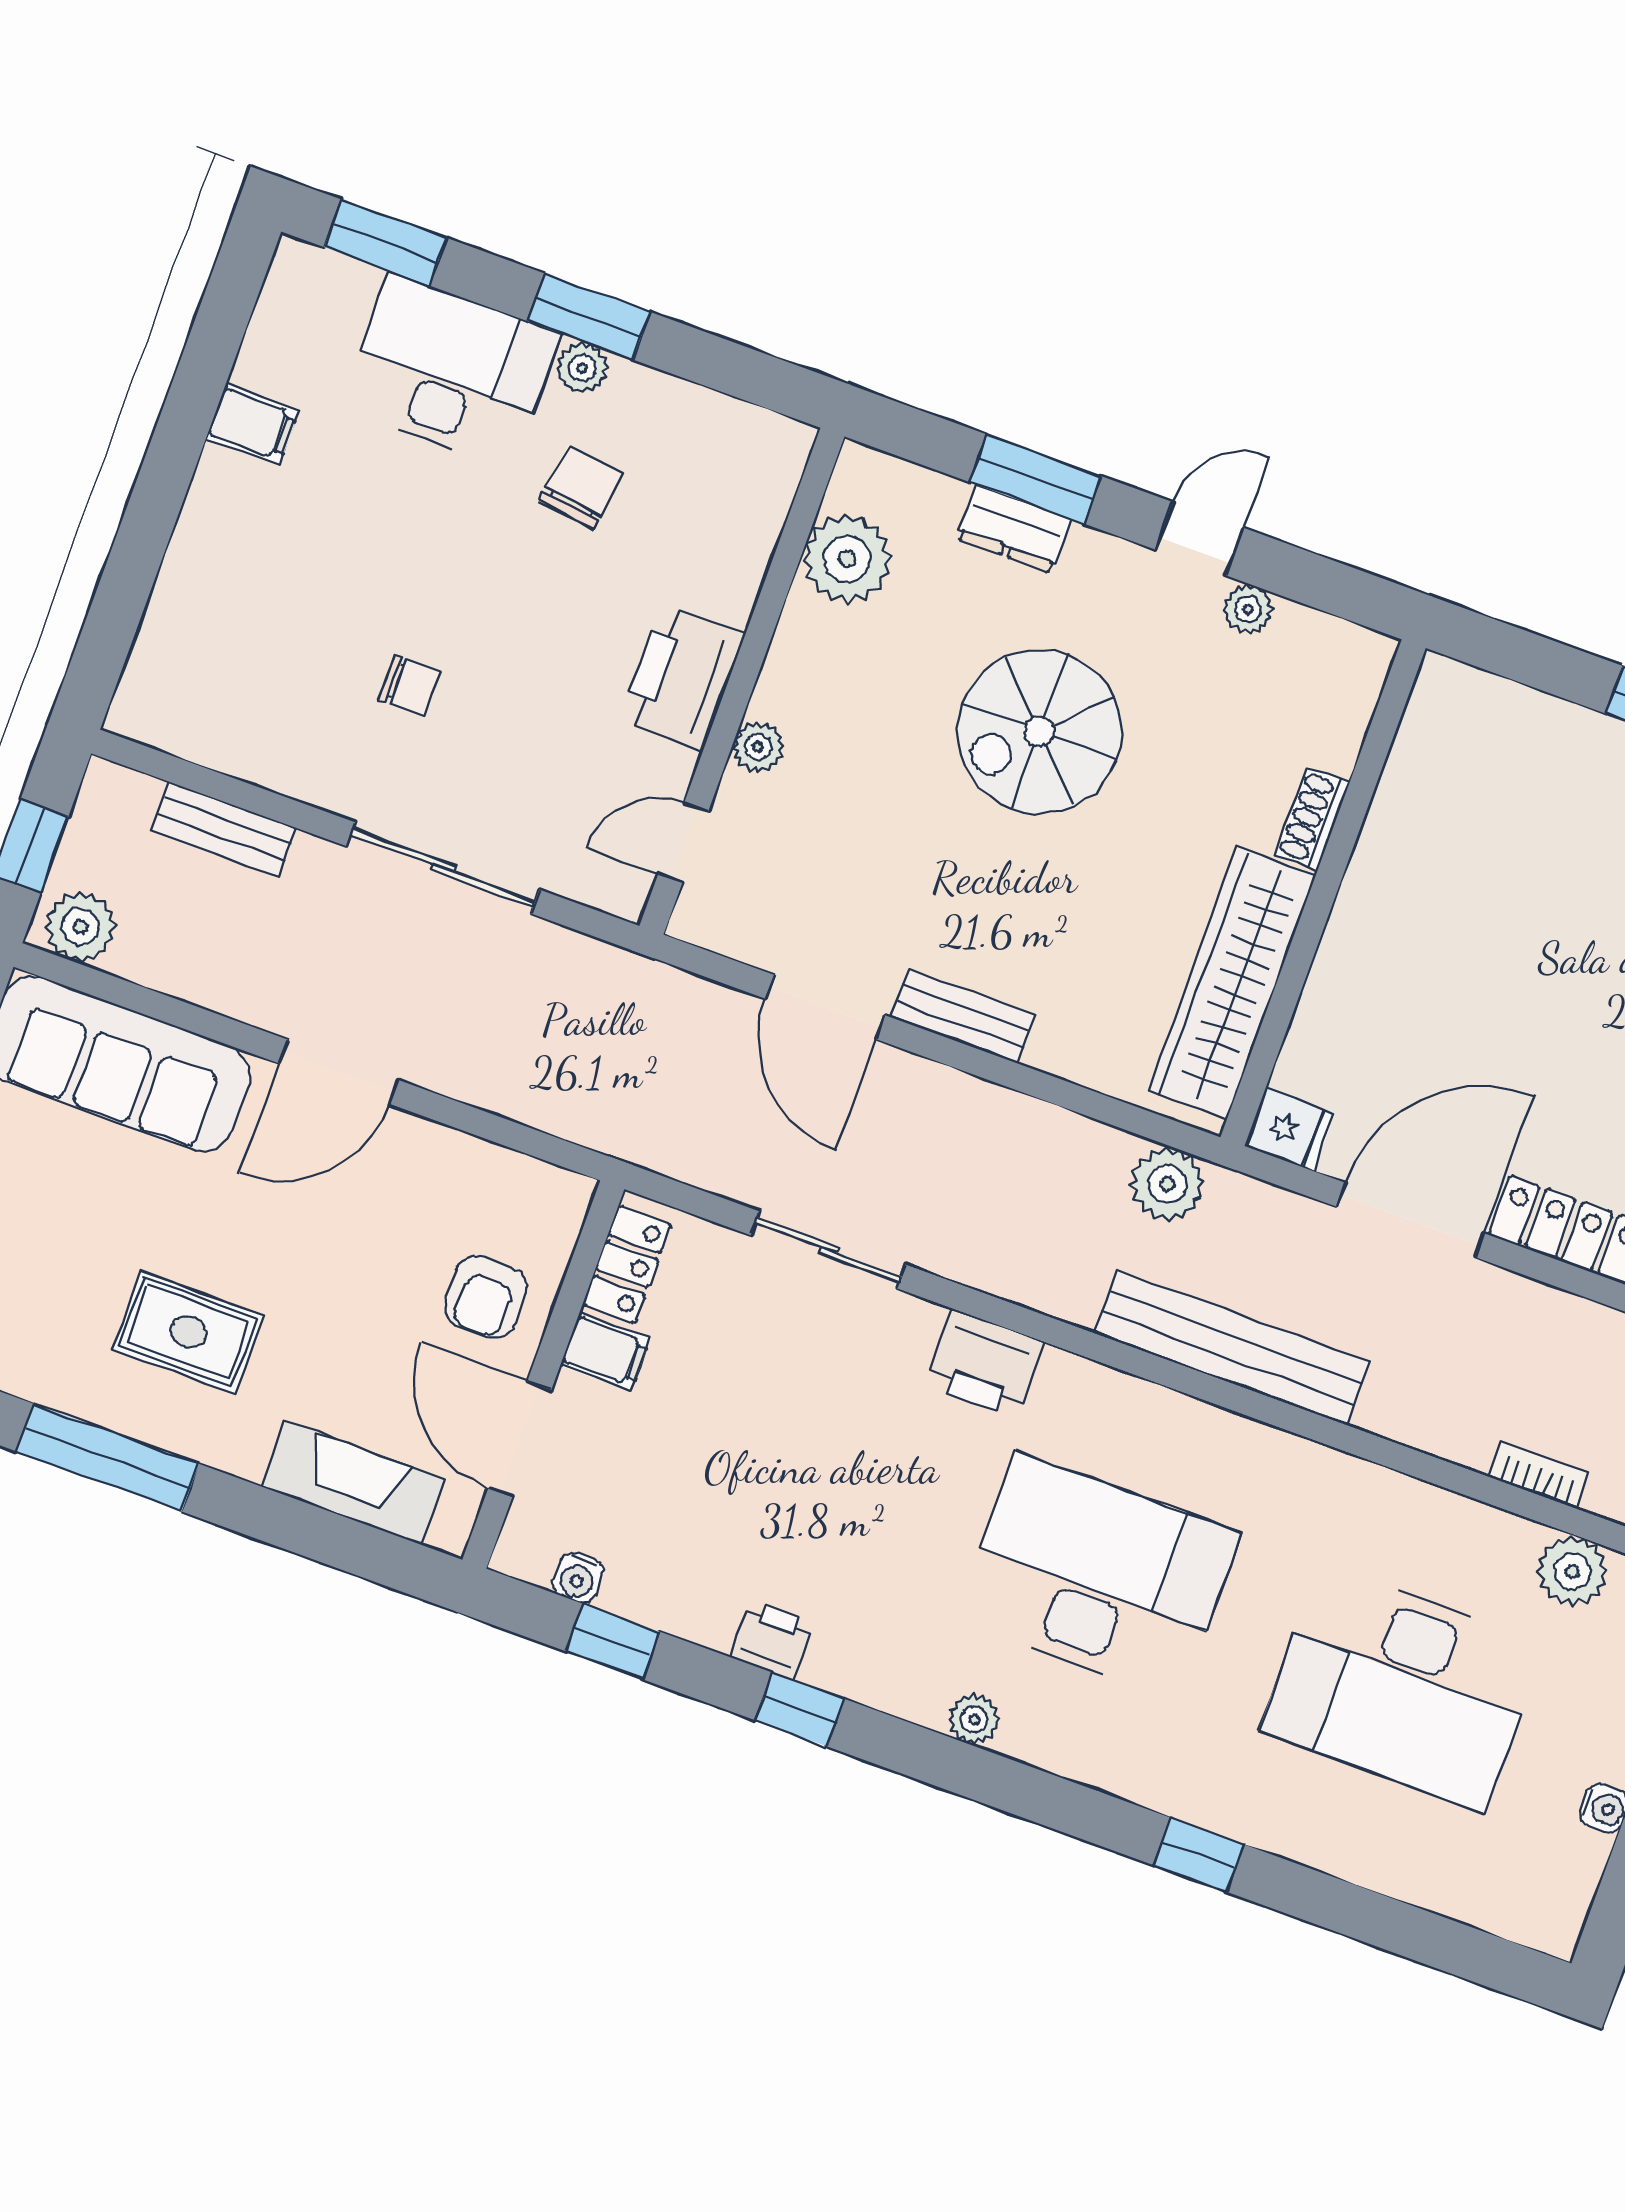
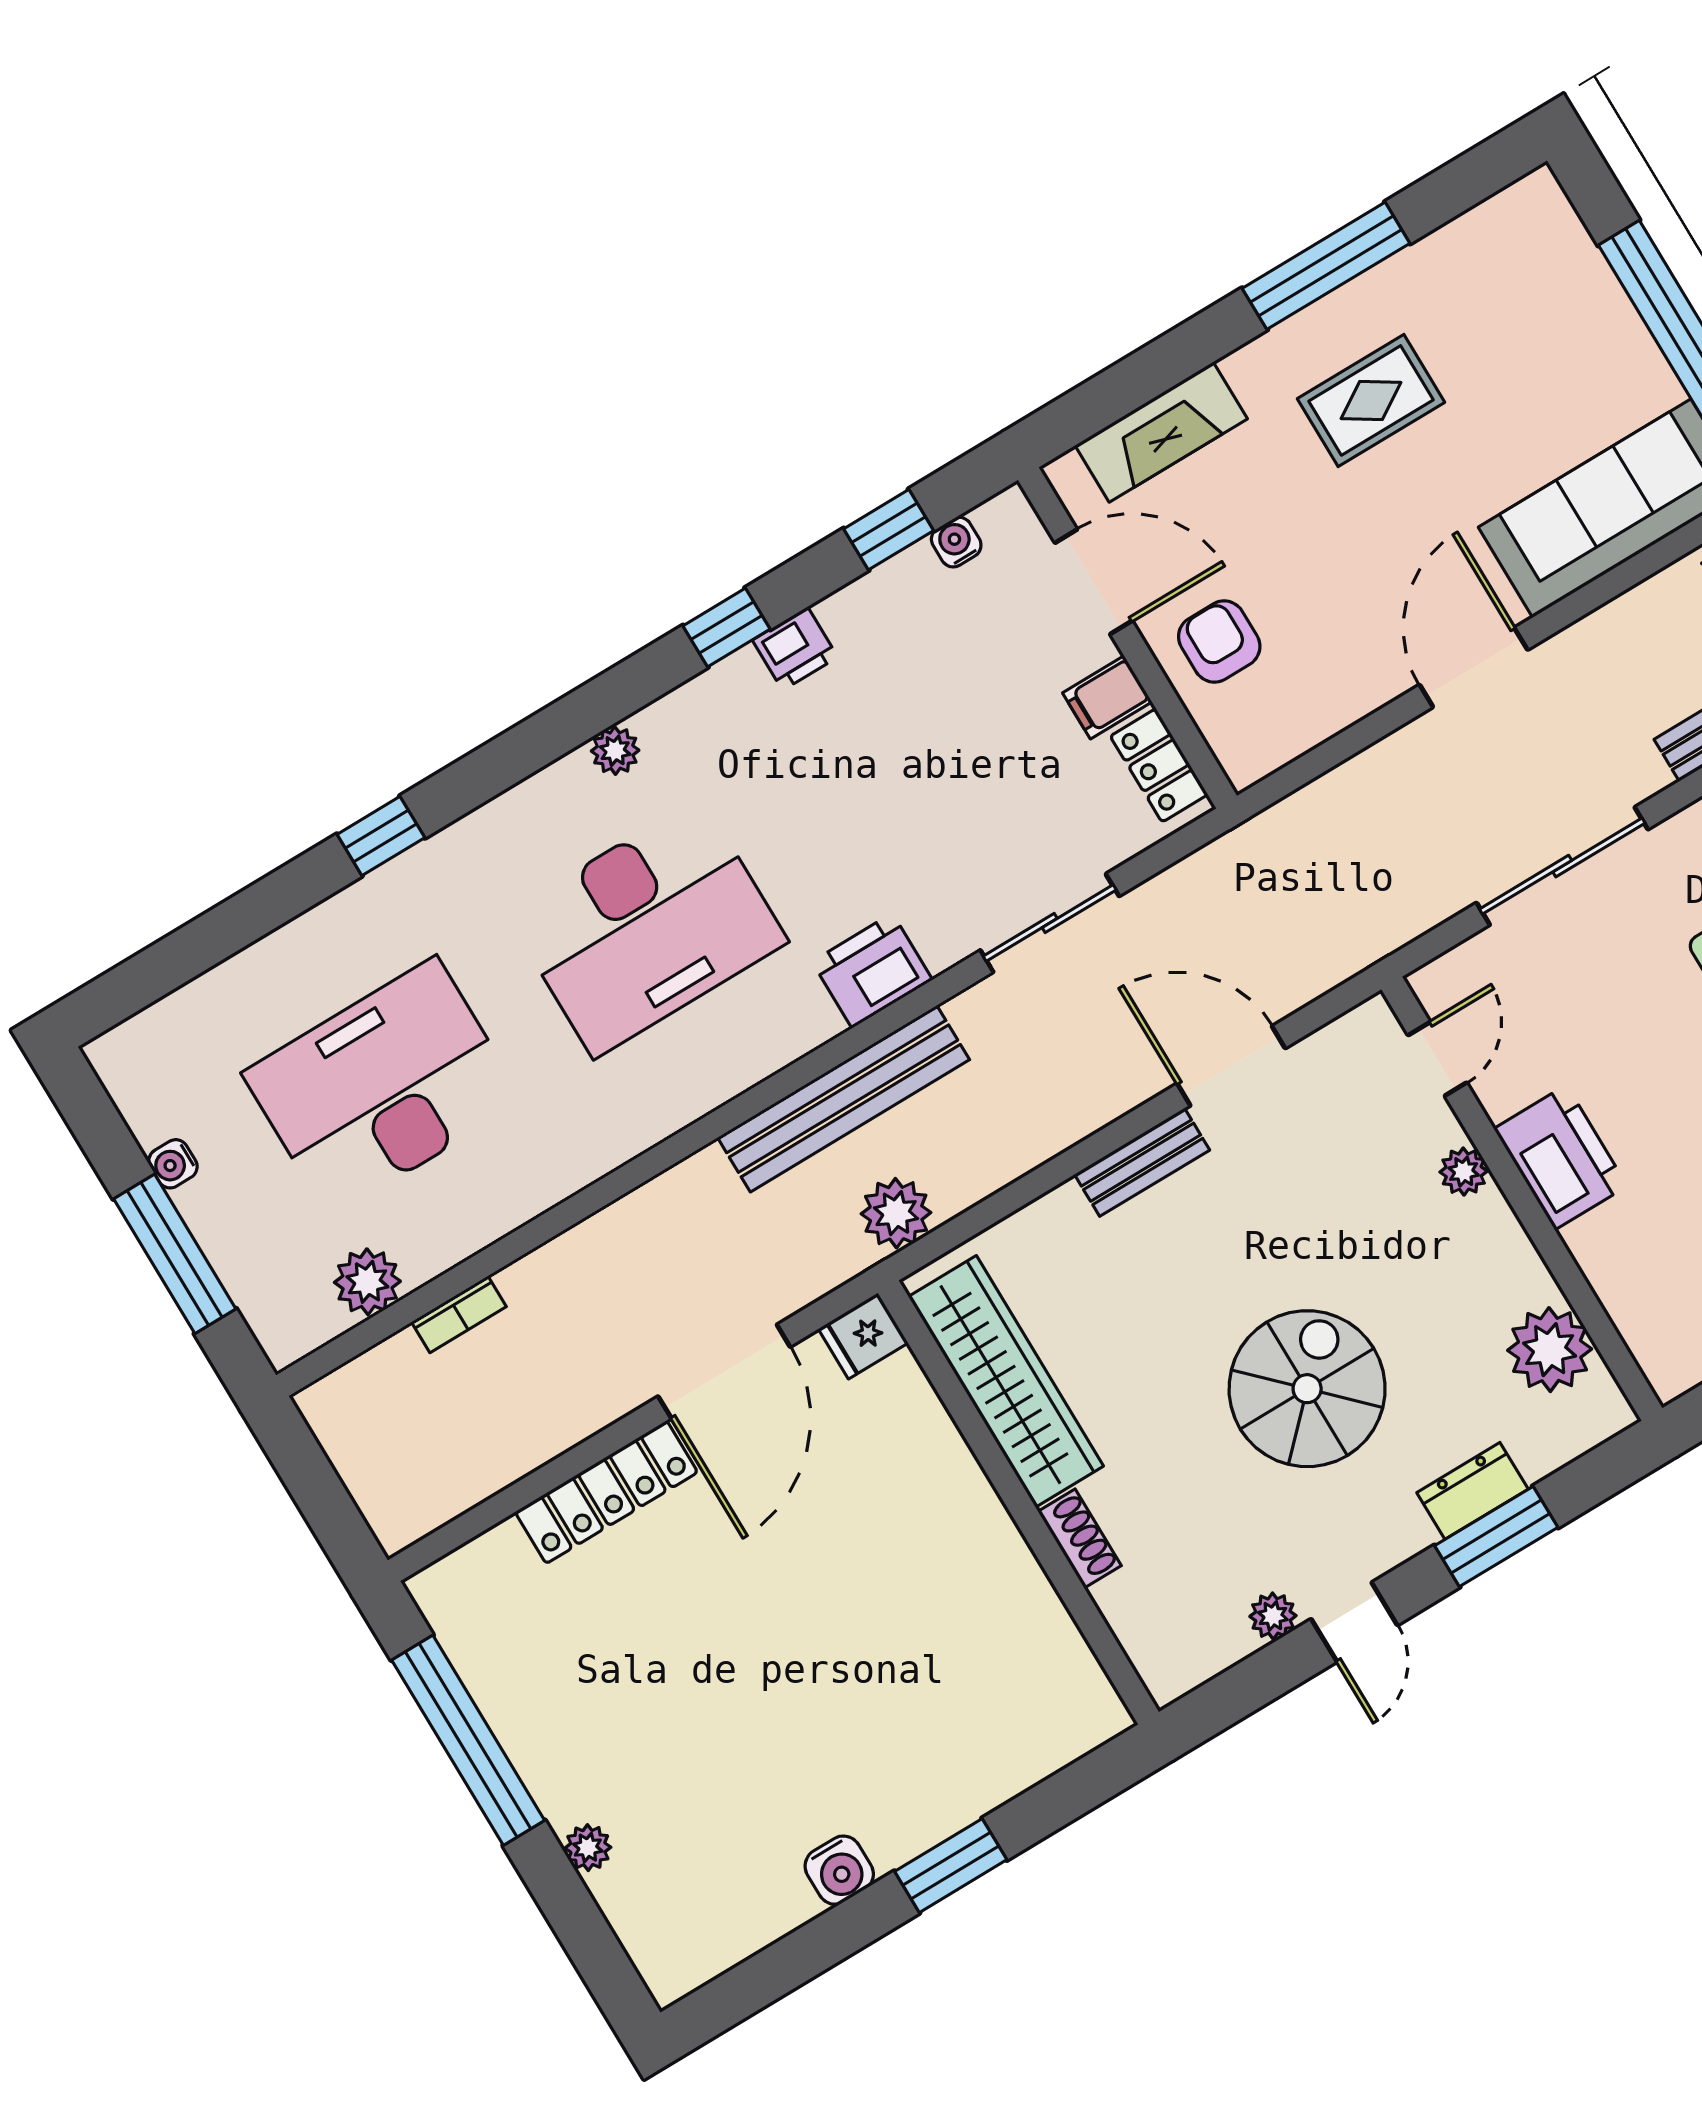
bench: (1232, 1348) -> (844, 1099), moved

